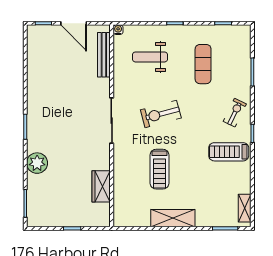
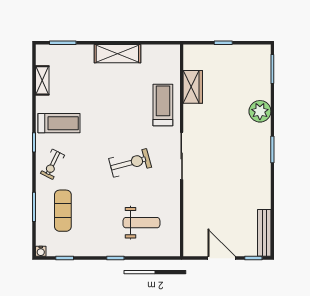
water cooler: (118, 30) -> (41, 251), moved
bench: (104, 55) -> (264, 233), moved
exercise mat: (203, 64) -> (63, 211), moved
treadmill: (160, 169) -> (163, 105), moved
shelving: (245, 208) -> (42, 80), moved

